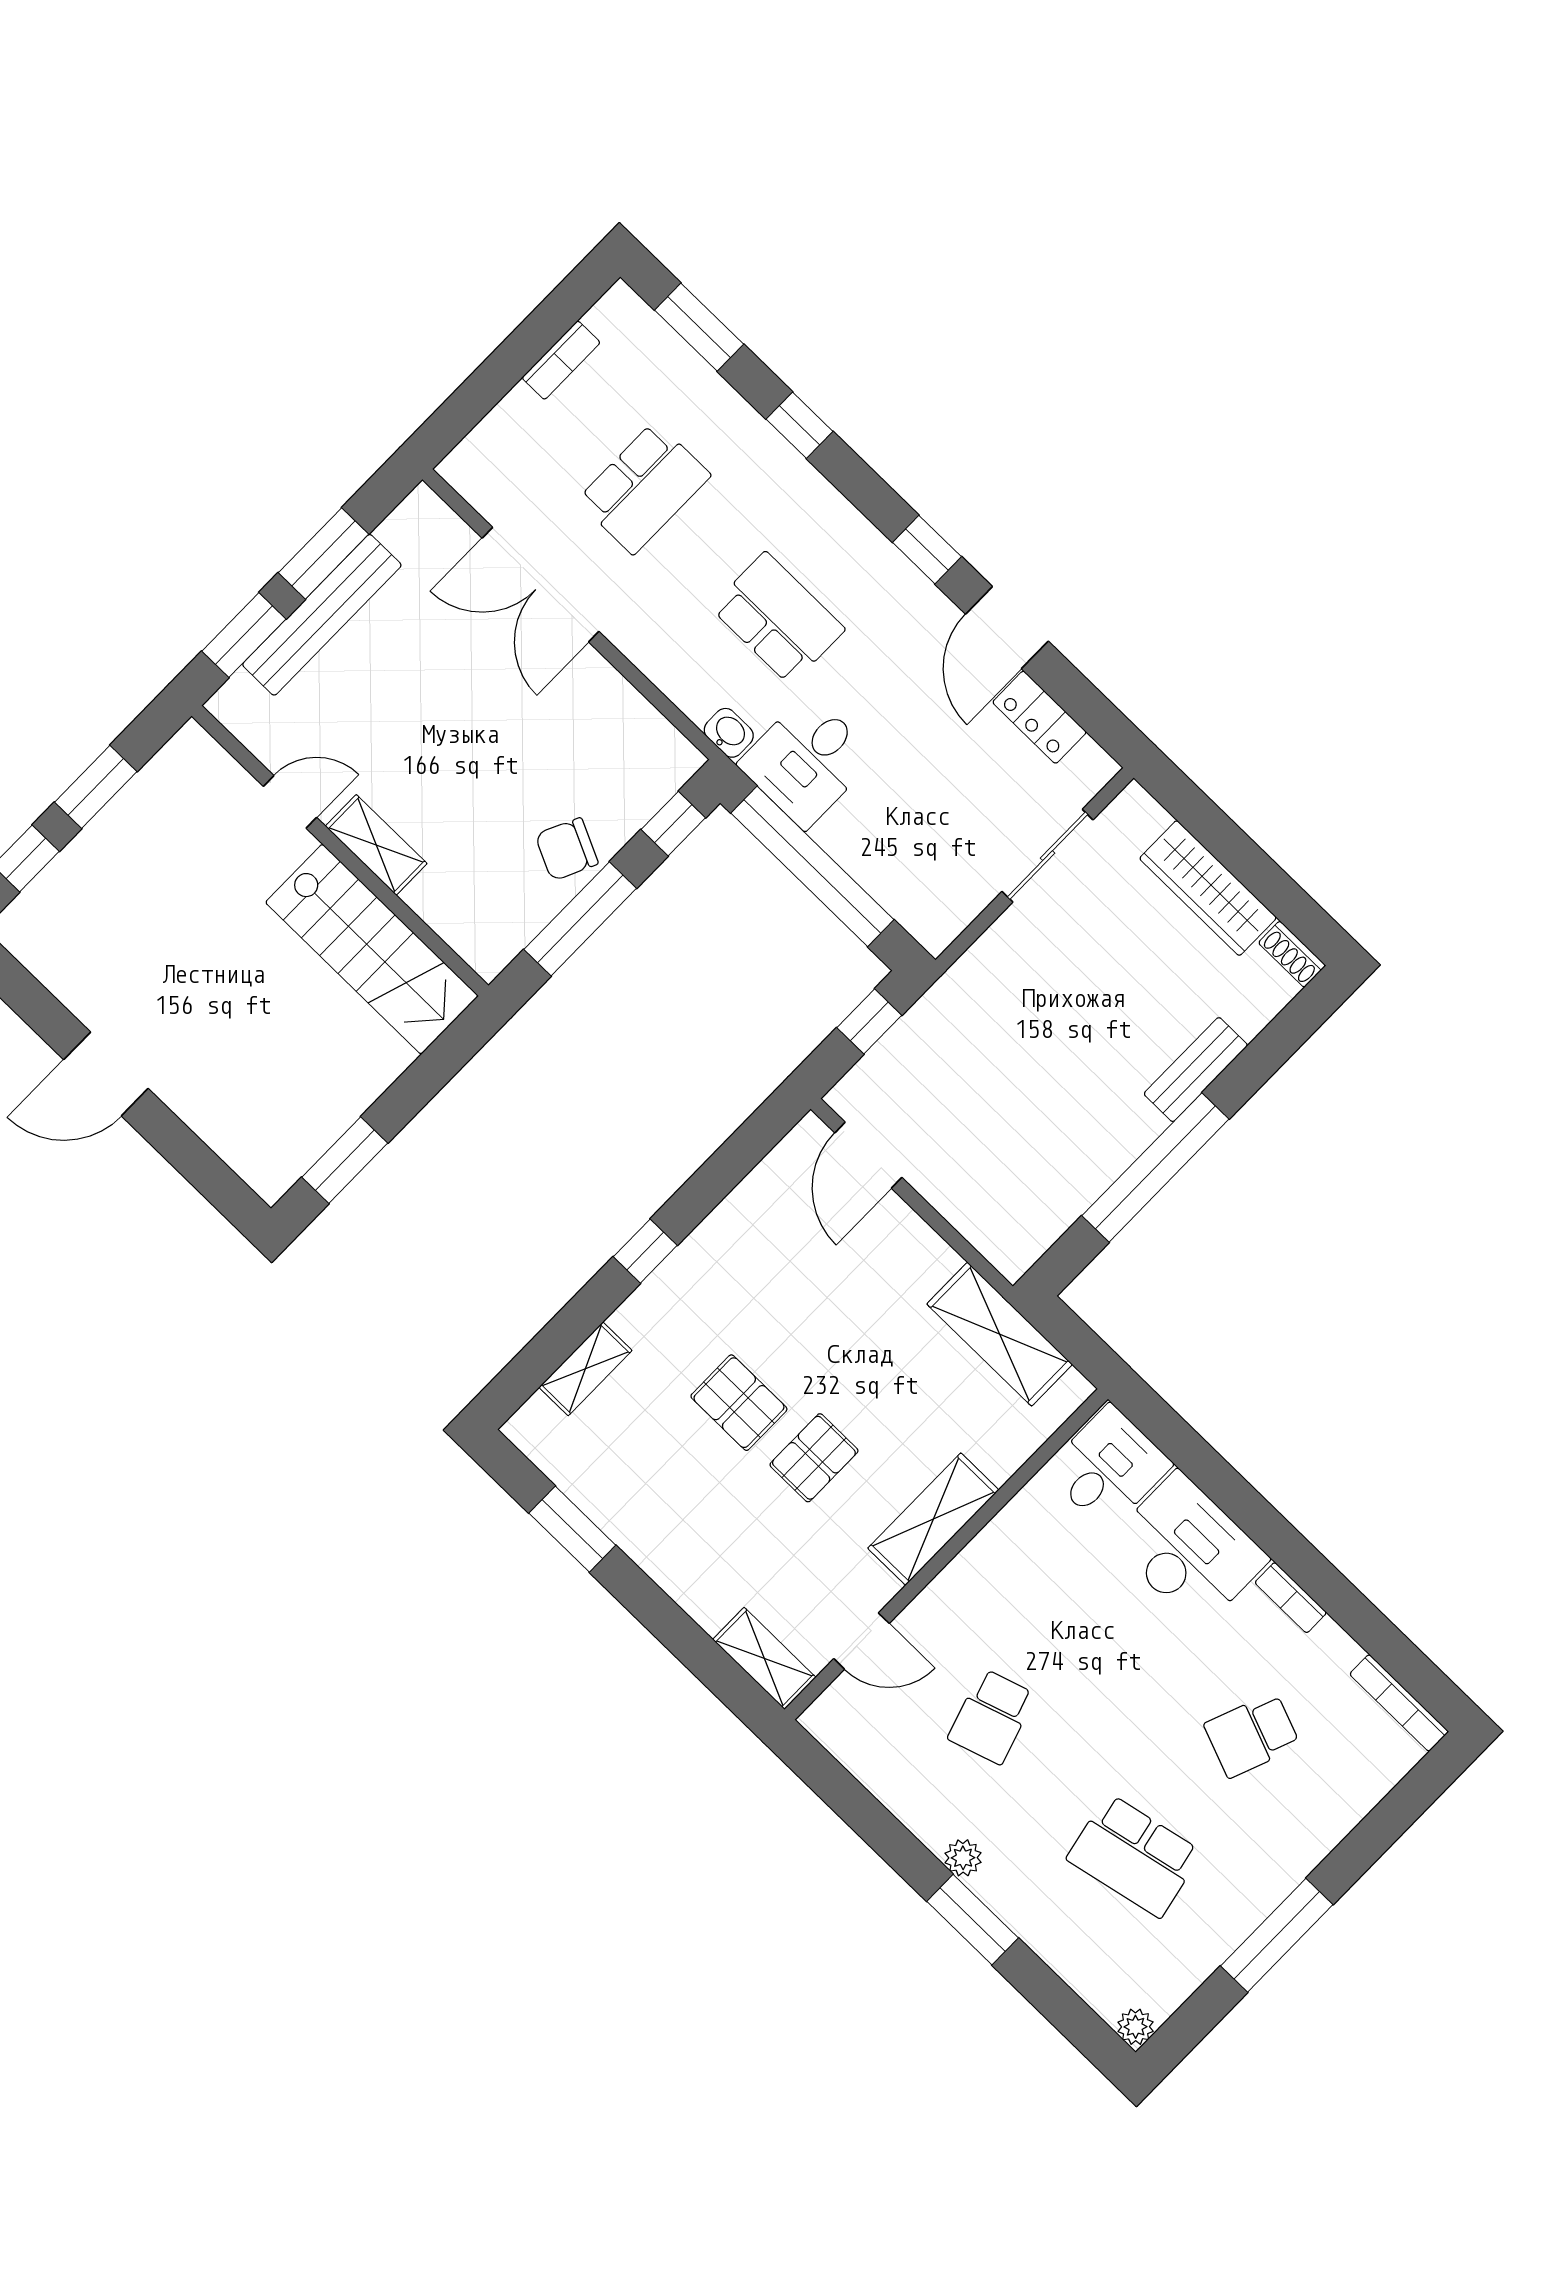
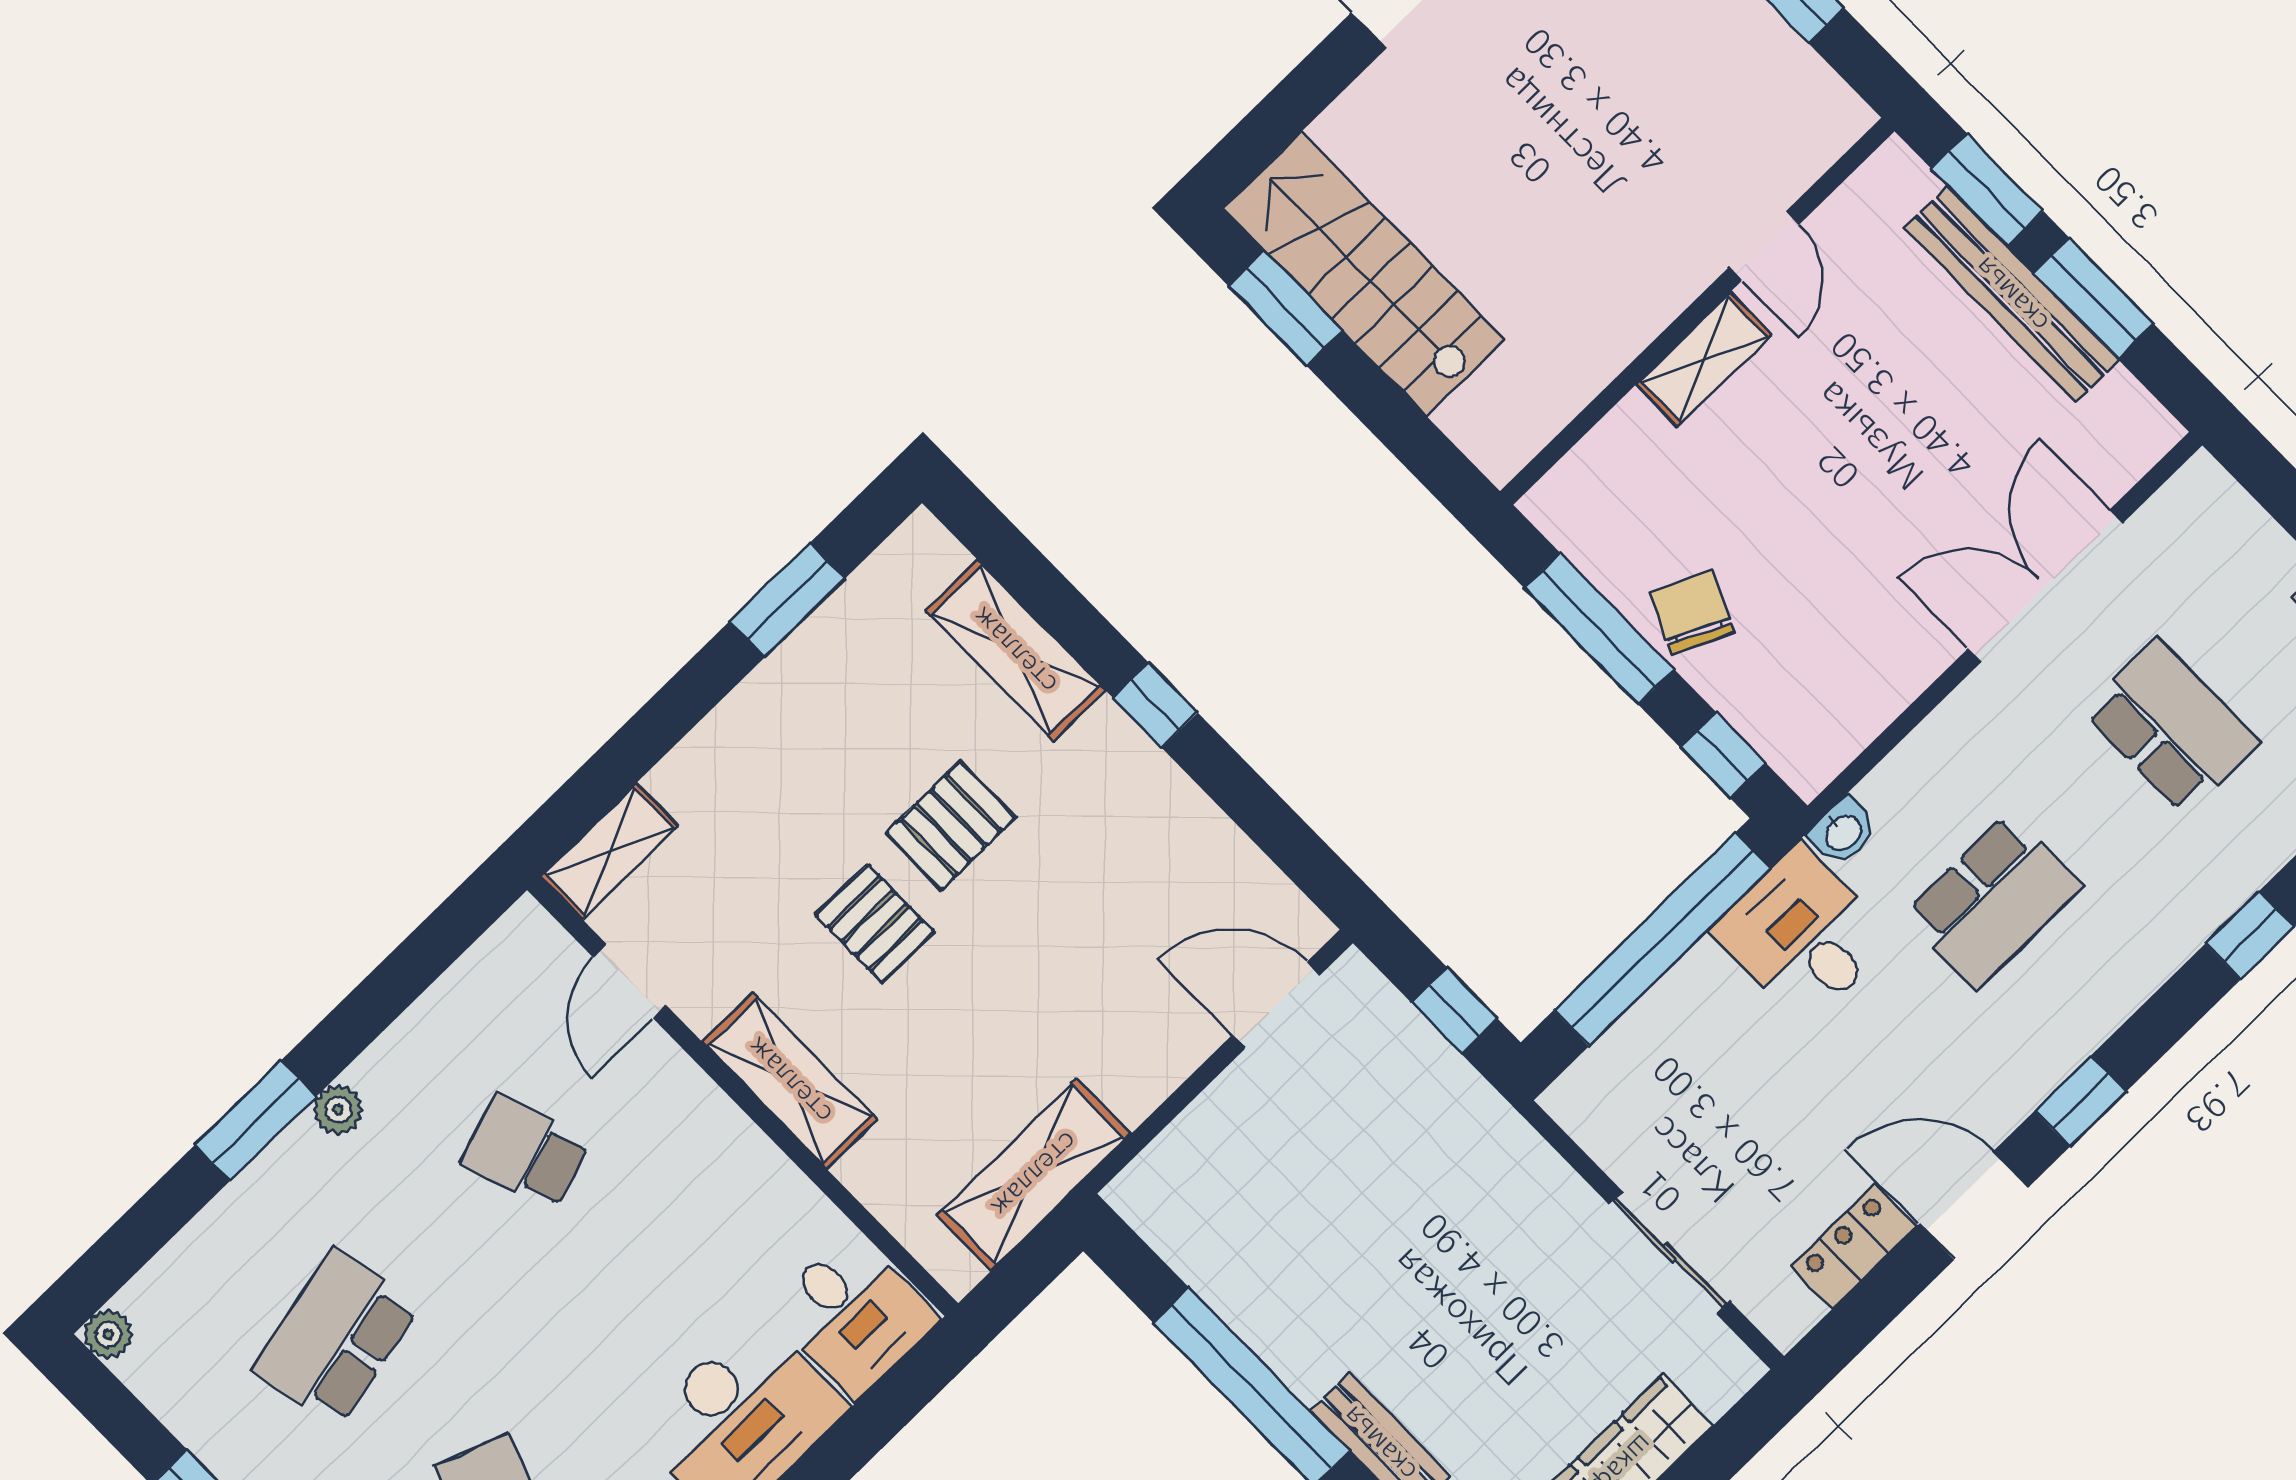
school desk: (644, 488) -> (2171, 727), turned 180
stairs: (372, 949) -> (1364, 274), moved, turned 90
shelving: (585, 1369) -> (1015, 650), width x1.50, depth x1.33

